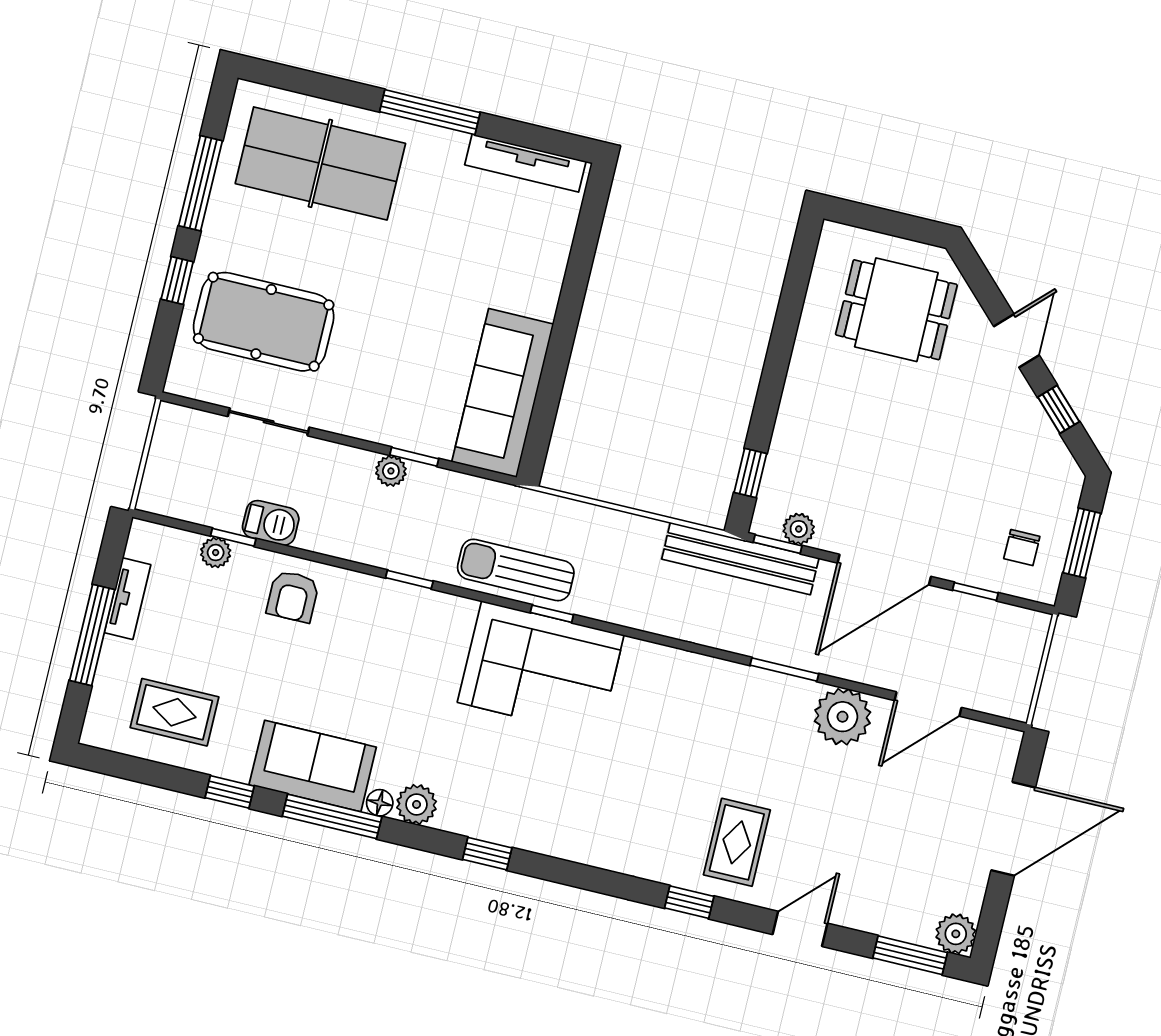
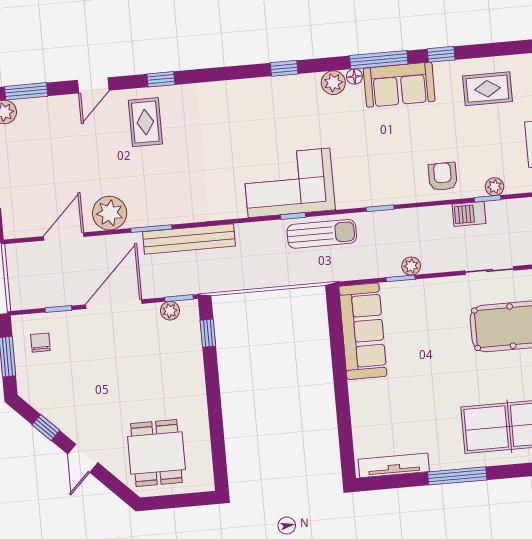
dining table: (896, 310) -> (156, 453), turned 90
bench: (740, 559) -> (189, 239), moved

